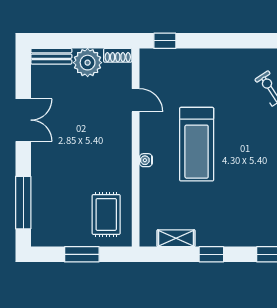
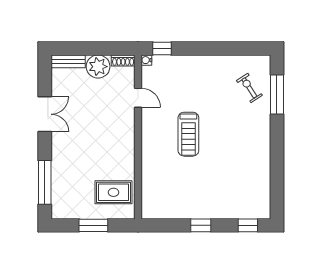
treadmill: (197, 144) -> (188, 134), width x0.73, depth x0.73
water cooler: (146, 160) -> (146, 60), moved
rug: (106, 214) -> (113, 192), turned 90
shelving: (176, 238) -> (171, 212), removed

